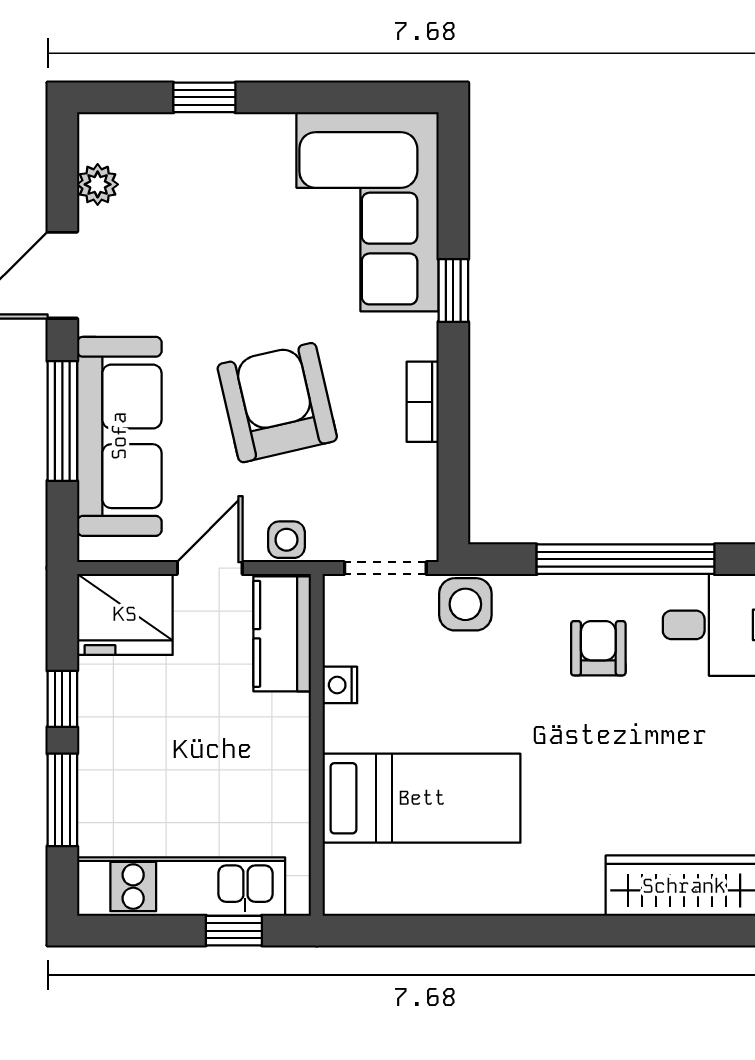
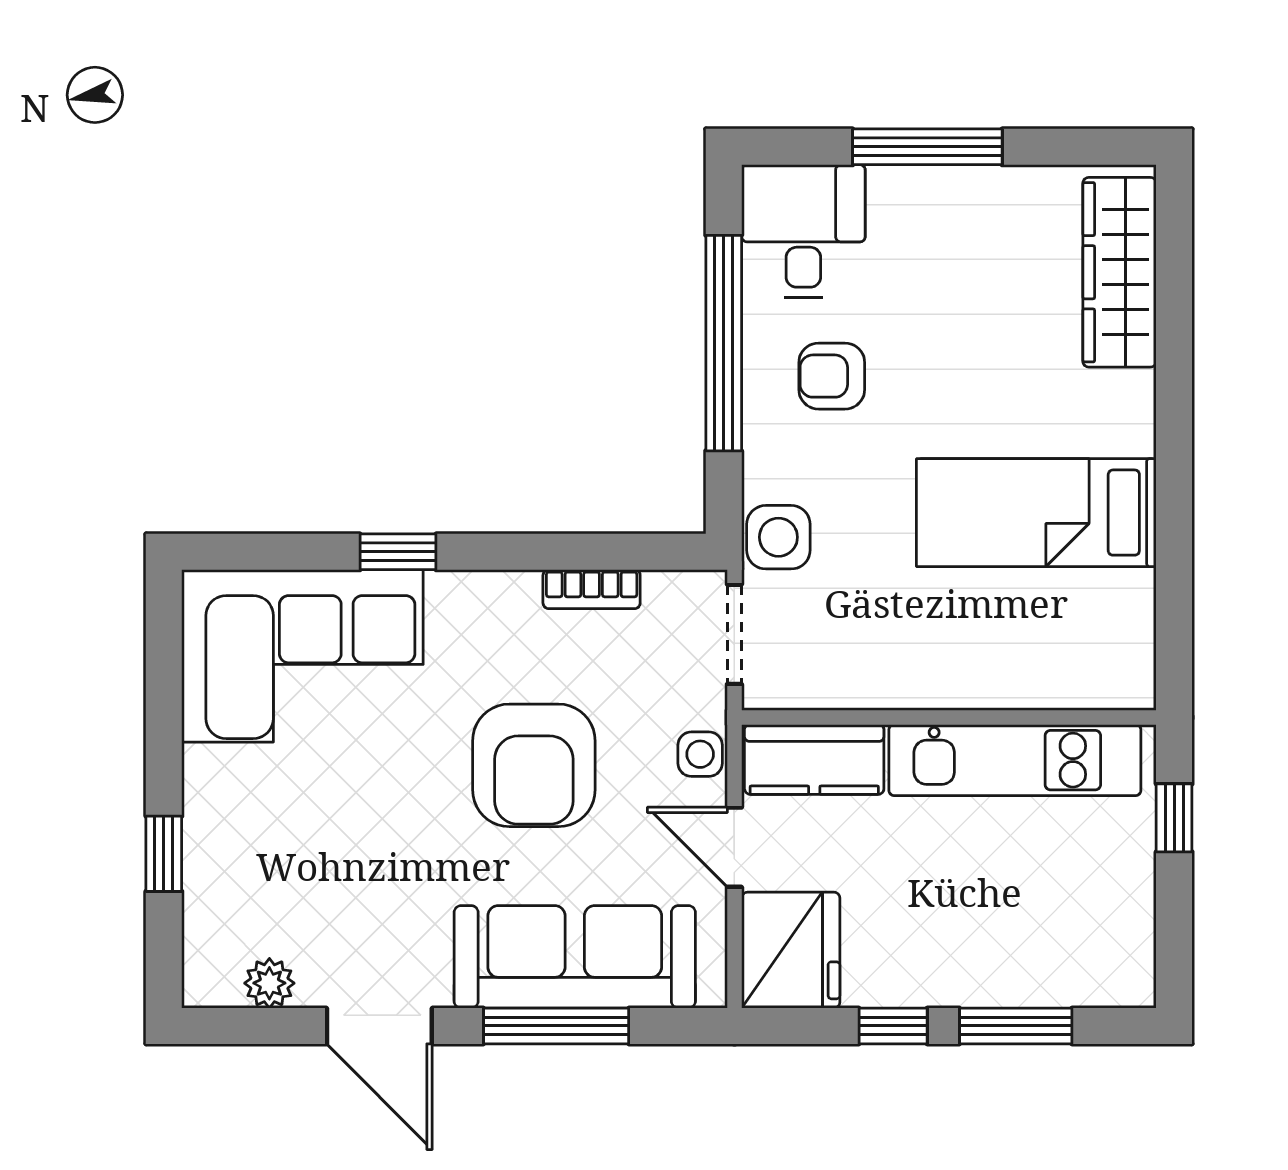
bookcase: (423, 402) -> (592, 589), moved
armchair: (277, 403) -> (534, 765), turned -77
nightstand: (340, 685) -> (876, 689), removed
bed: (422, 798) -> (1036, 513), moved, turned -90
kitchen unit: (181, 887) -> (1015, 760), moved, turned -90

